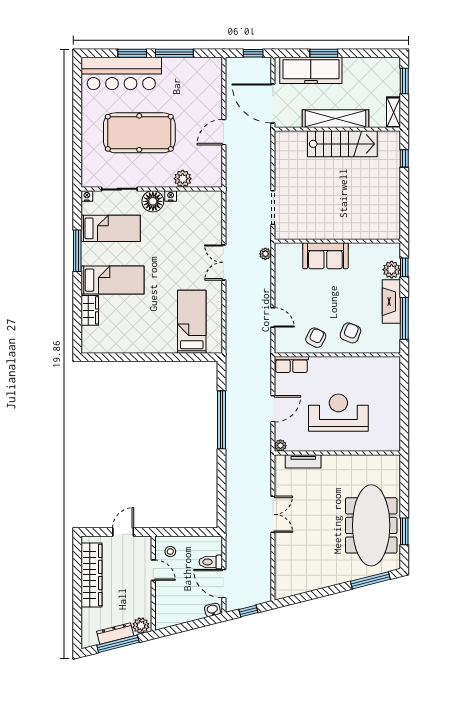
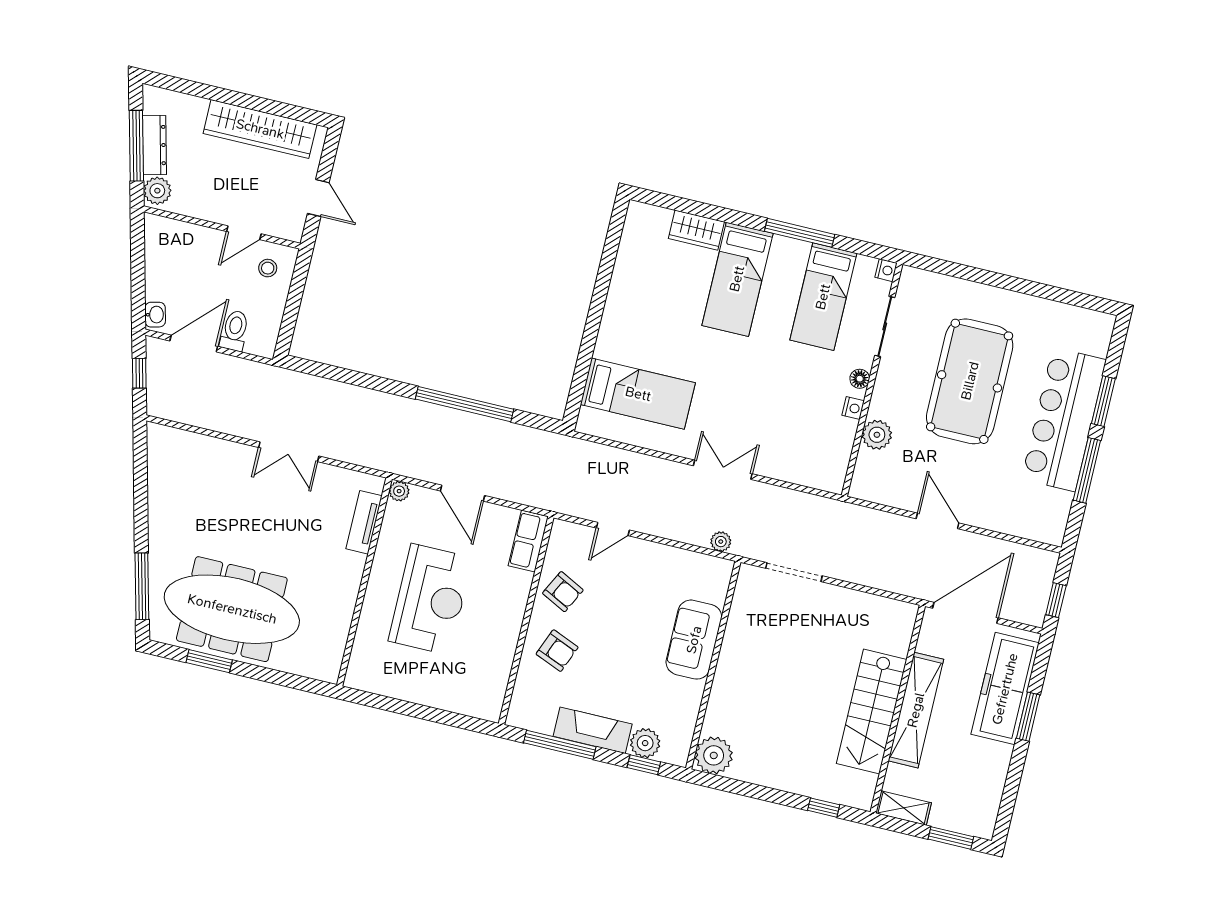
bar counter: (121, 73) -> (1064, 419), moved
floor lamp: (153, 201) -> (860, 379), width x0.53, depth x0.53
plant: (389, 229) -> (714, 755), added

